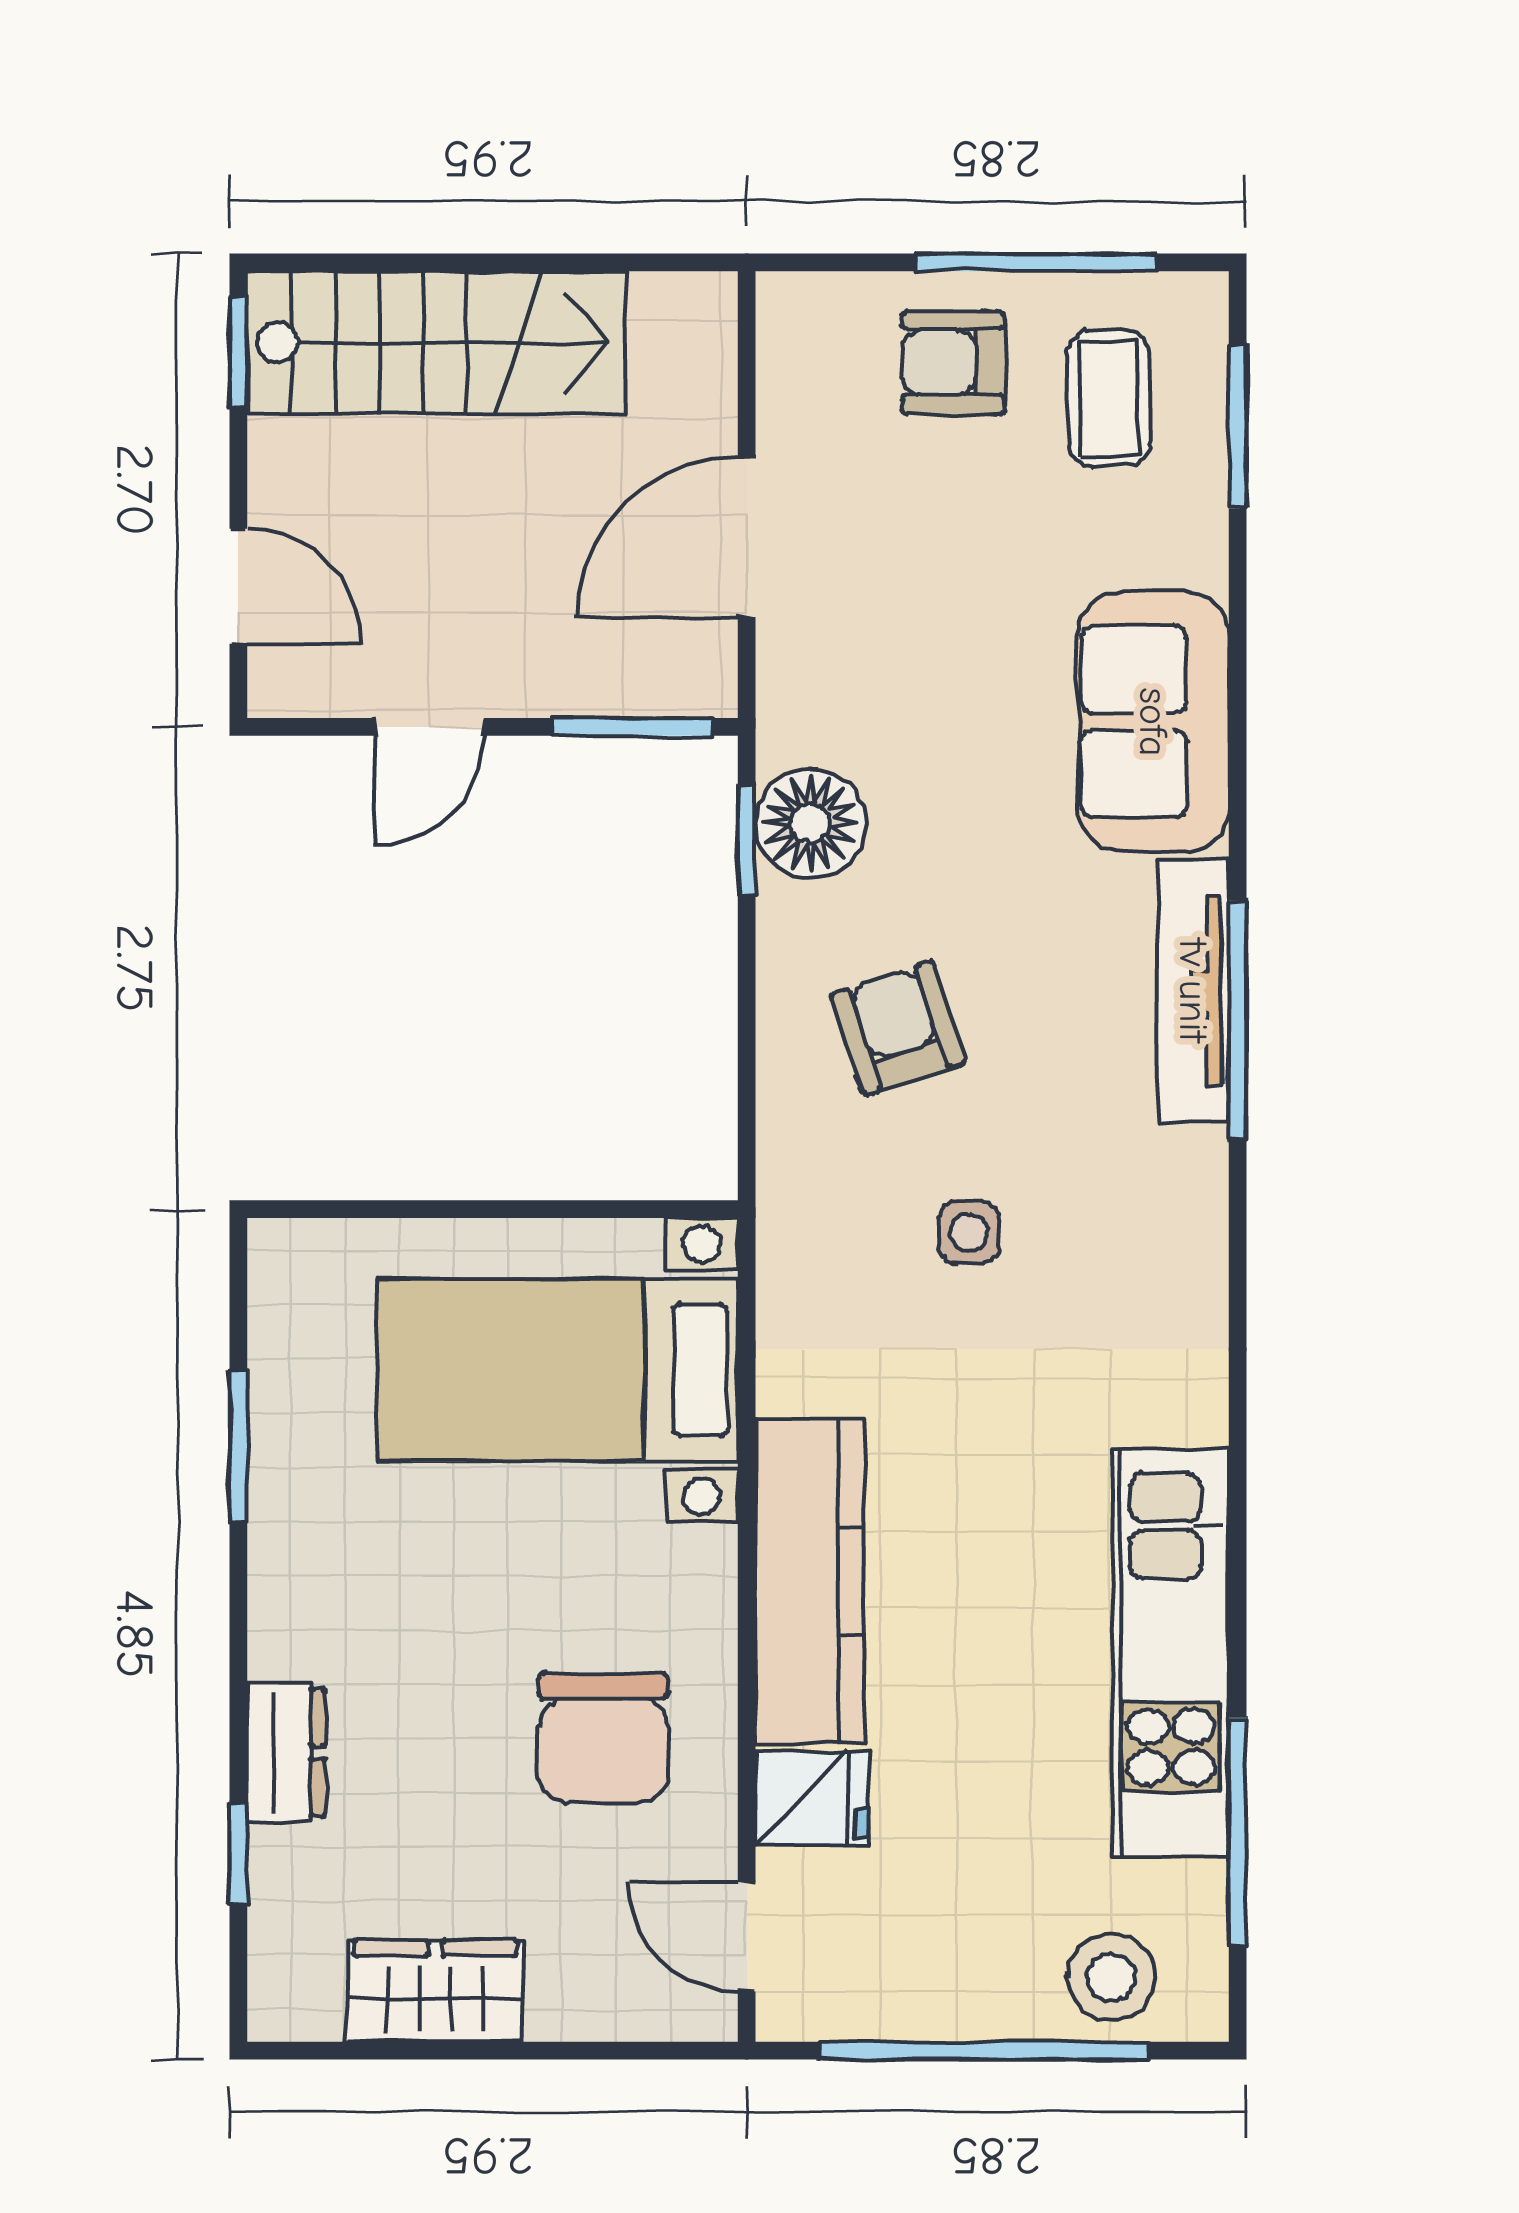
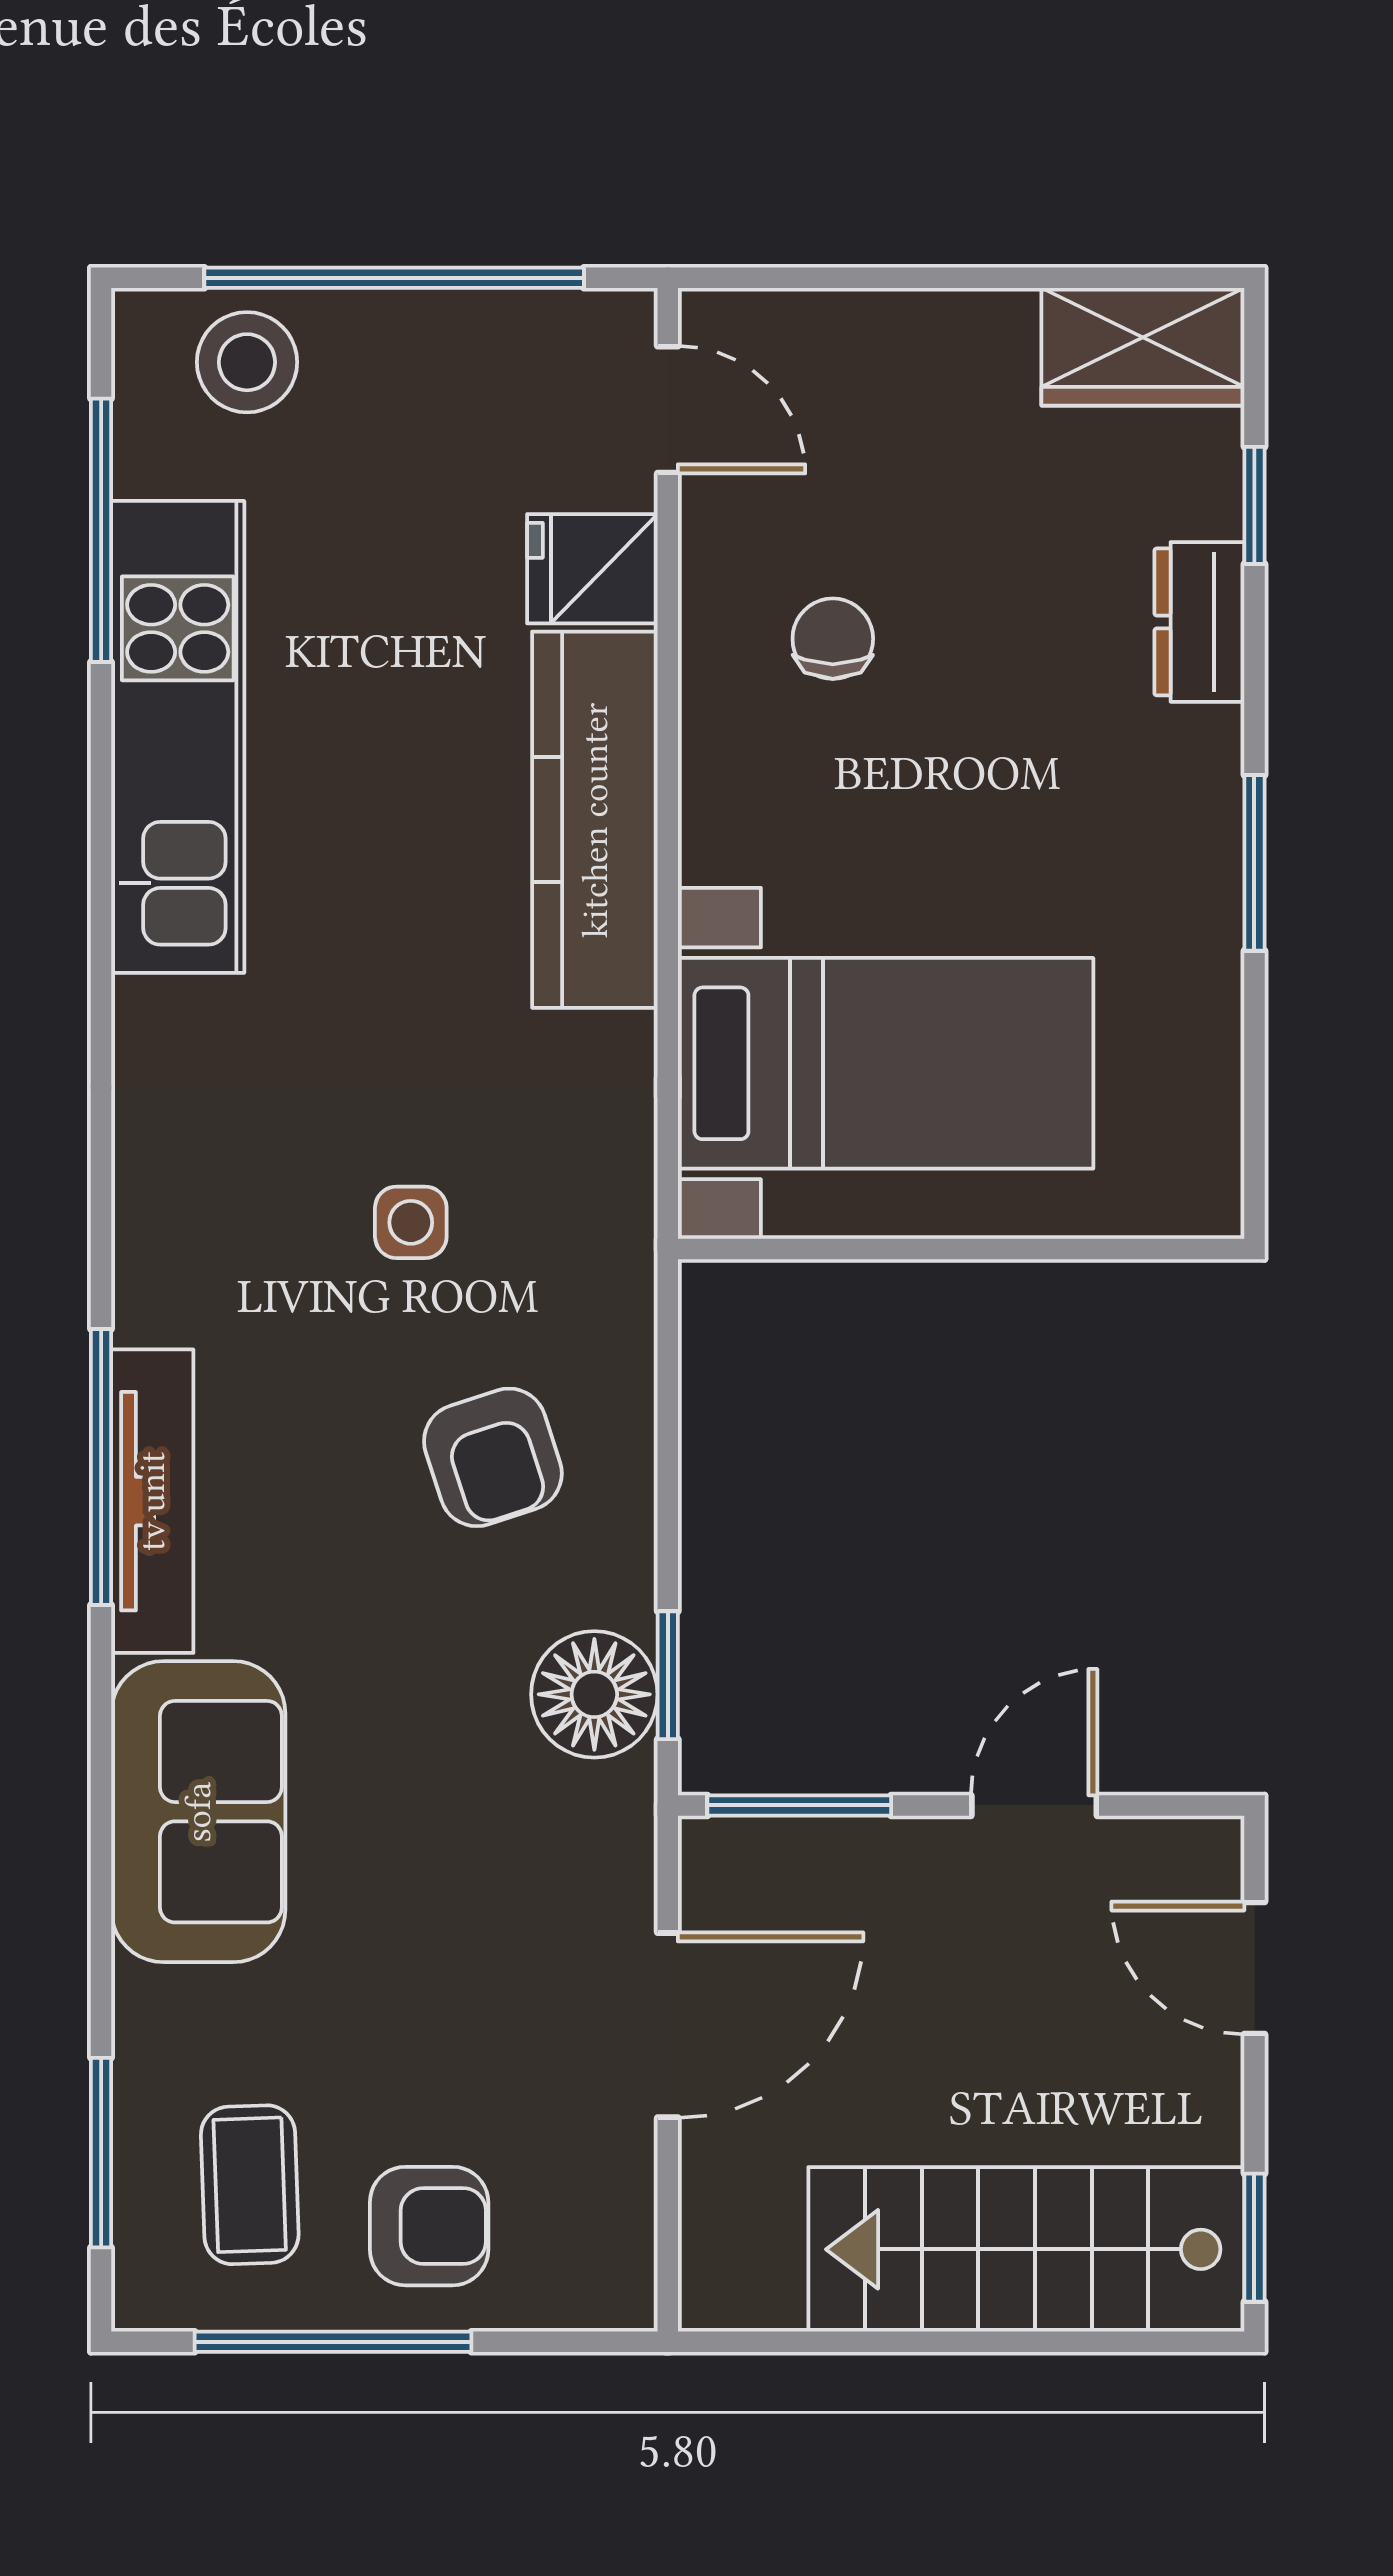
window: (238, 1446) -> (1254, 863), moved
chair: (604, 1738) -> (833, 639), width x0.54, depth x0.54
wardrobe: (435, 1991) -> (1143, 347), moved

